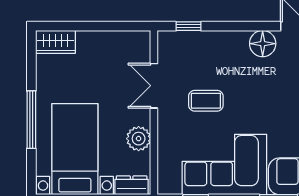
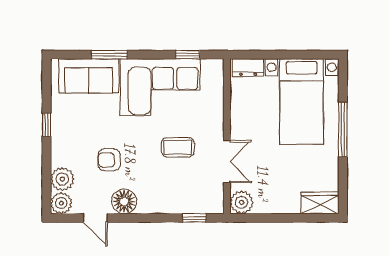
armchair: (278, 87) -> (109, 160), added
plant: (139, 139) -> (241, 202), moved

